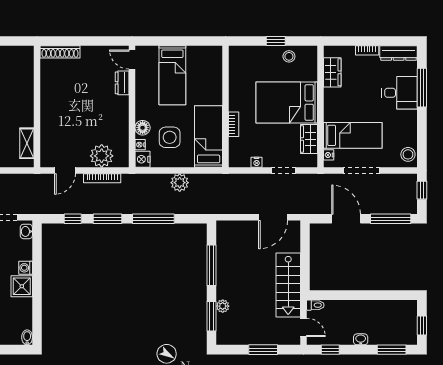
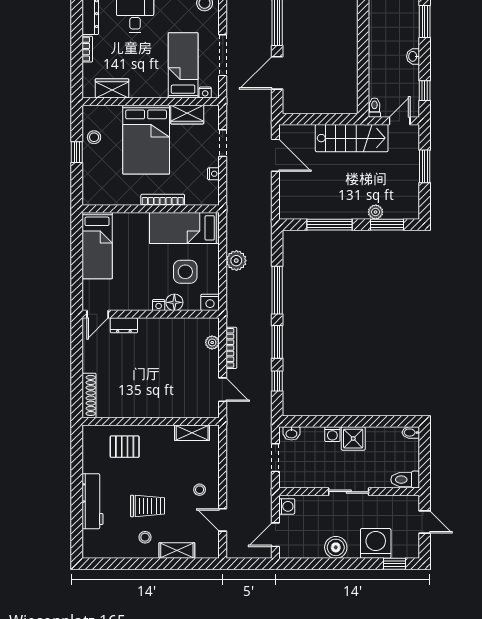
bed: (172, 75) -> (97, 246), moved, turned 90
pallet: (15, 84) -> (125, 447), added
bookcase: (234, 124) -> (163, 200), width x1.56
nightstand: (140, 145) -> (159, 305), moved
plant: (102, 156) -> (212, 343), width x0.53, depth x0.53

